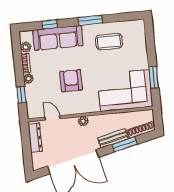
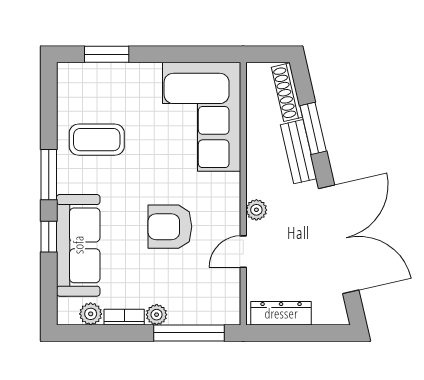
window: (49, 24) -> (49, 237), moved
coffee table: (109, 42) -> (97, 140), turned 90
window: (154, 77) -> (107, 54), moved
window: (21, 95) -> (189, 333), width x2.17
door: (53, 118) -> (243, 252), moved

